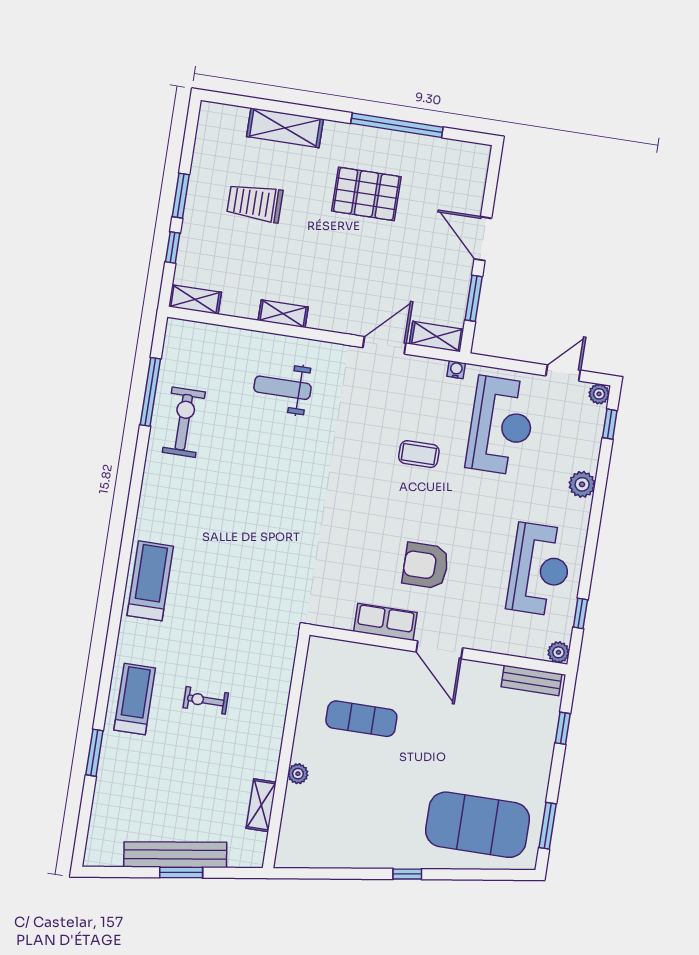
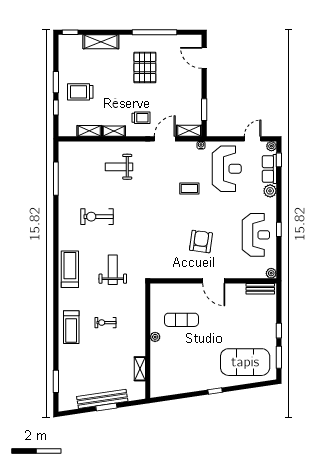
window: (225, 99) -> (70, 32), added
pallet: (366, 194) -> (145, 67), turned 90
trolley: (255, 203) -> (80, 92), moved
door: (483, 239) -> (204, 58), moved
trolley: (343, 295) -> (141, 118), added
shelving: (195, 300) -> (89, 131), moved
exercise bike: (184, 422) -> (97, 217), moved, turned -90
armchair: (426, 566) -> (201, 242), turned 98
weight bench: (237, 595) -> (113, 270), added
window: (580, 613) -> (279, 229), moved
row of seats: (385, 622) -> (269, 169), moved, turned -90
treadmill: (135, 699) -> (71, 327), turned 180
window: (563, 728) -> (279, 331), moved
window: (94, 753) -> (56, 381), moved
plant: (298, 774) -> (155, 337), moved

